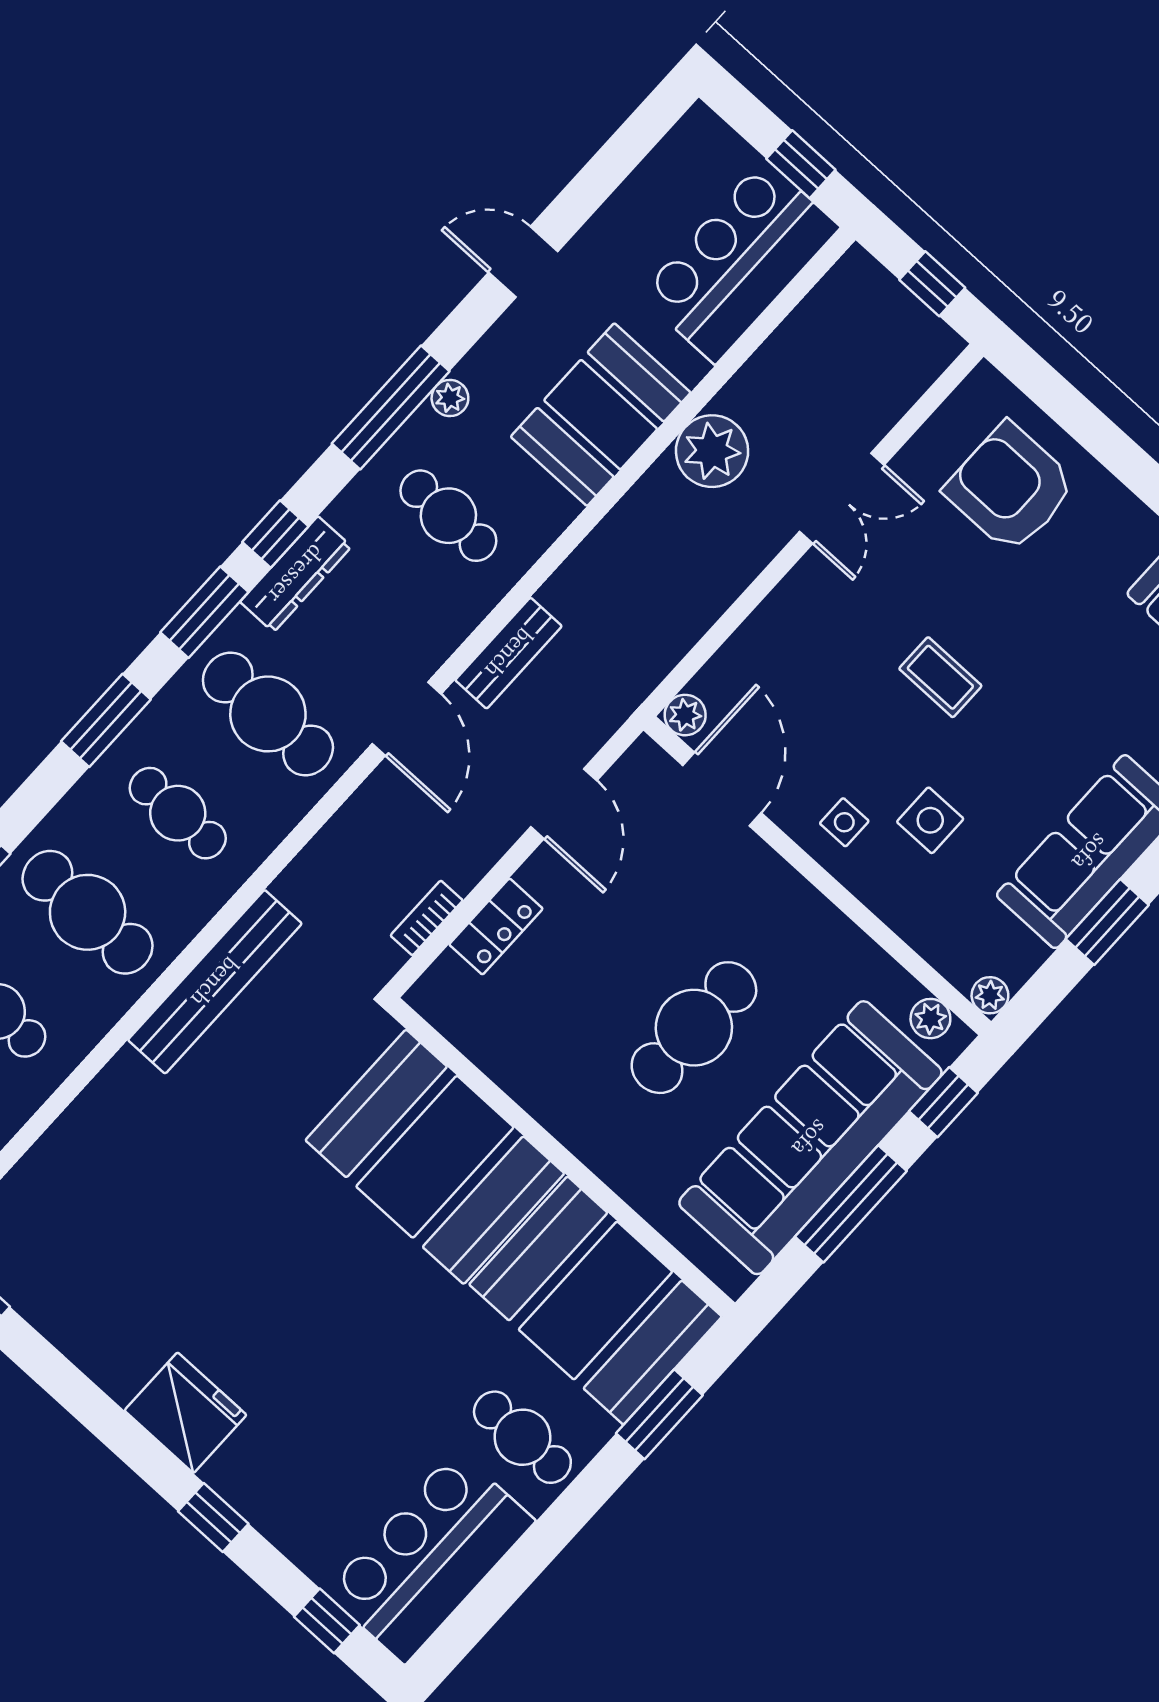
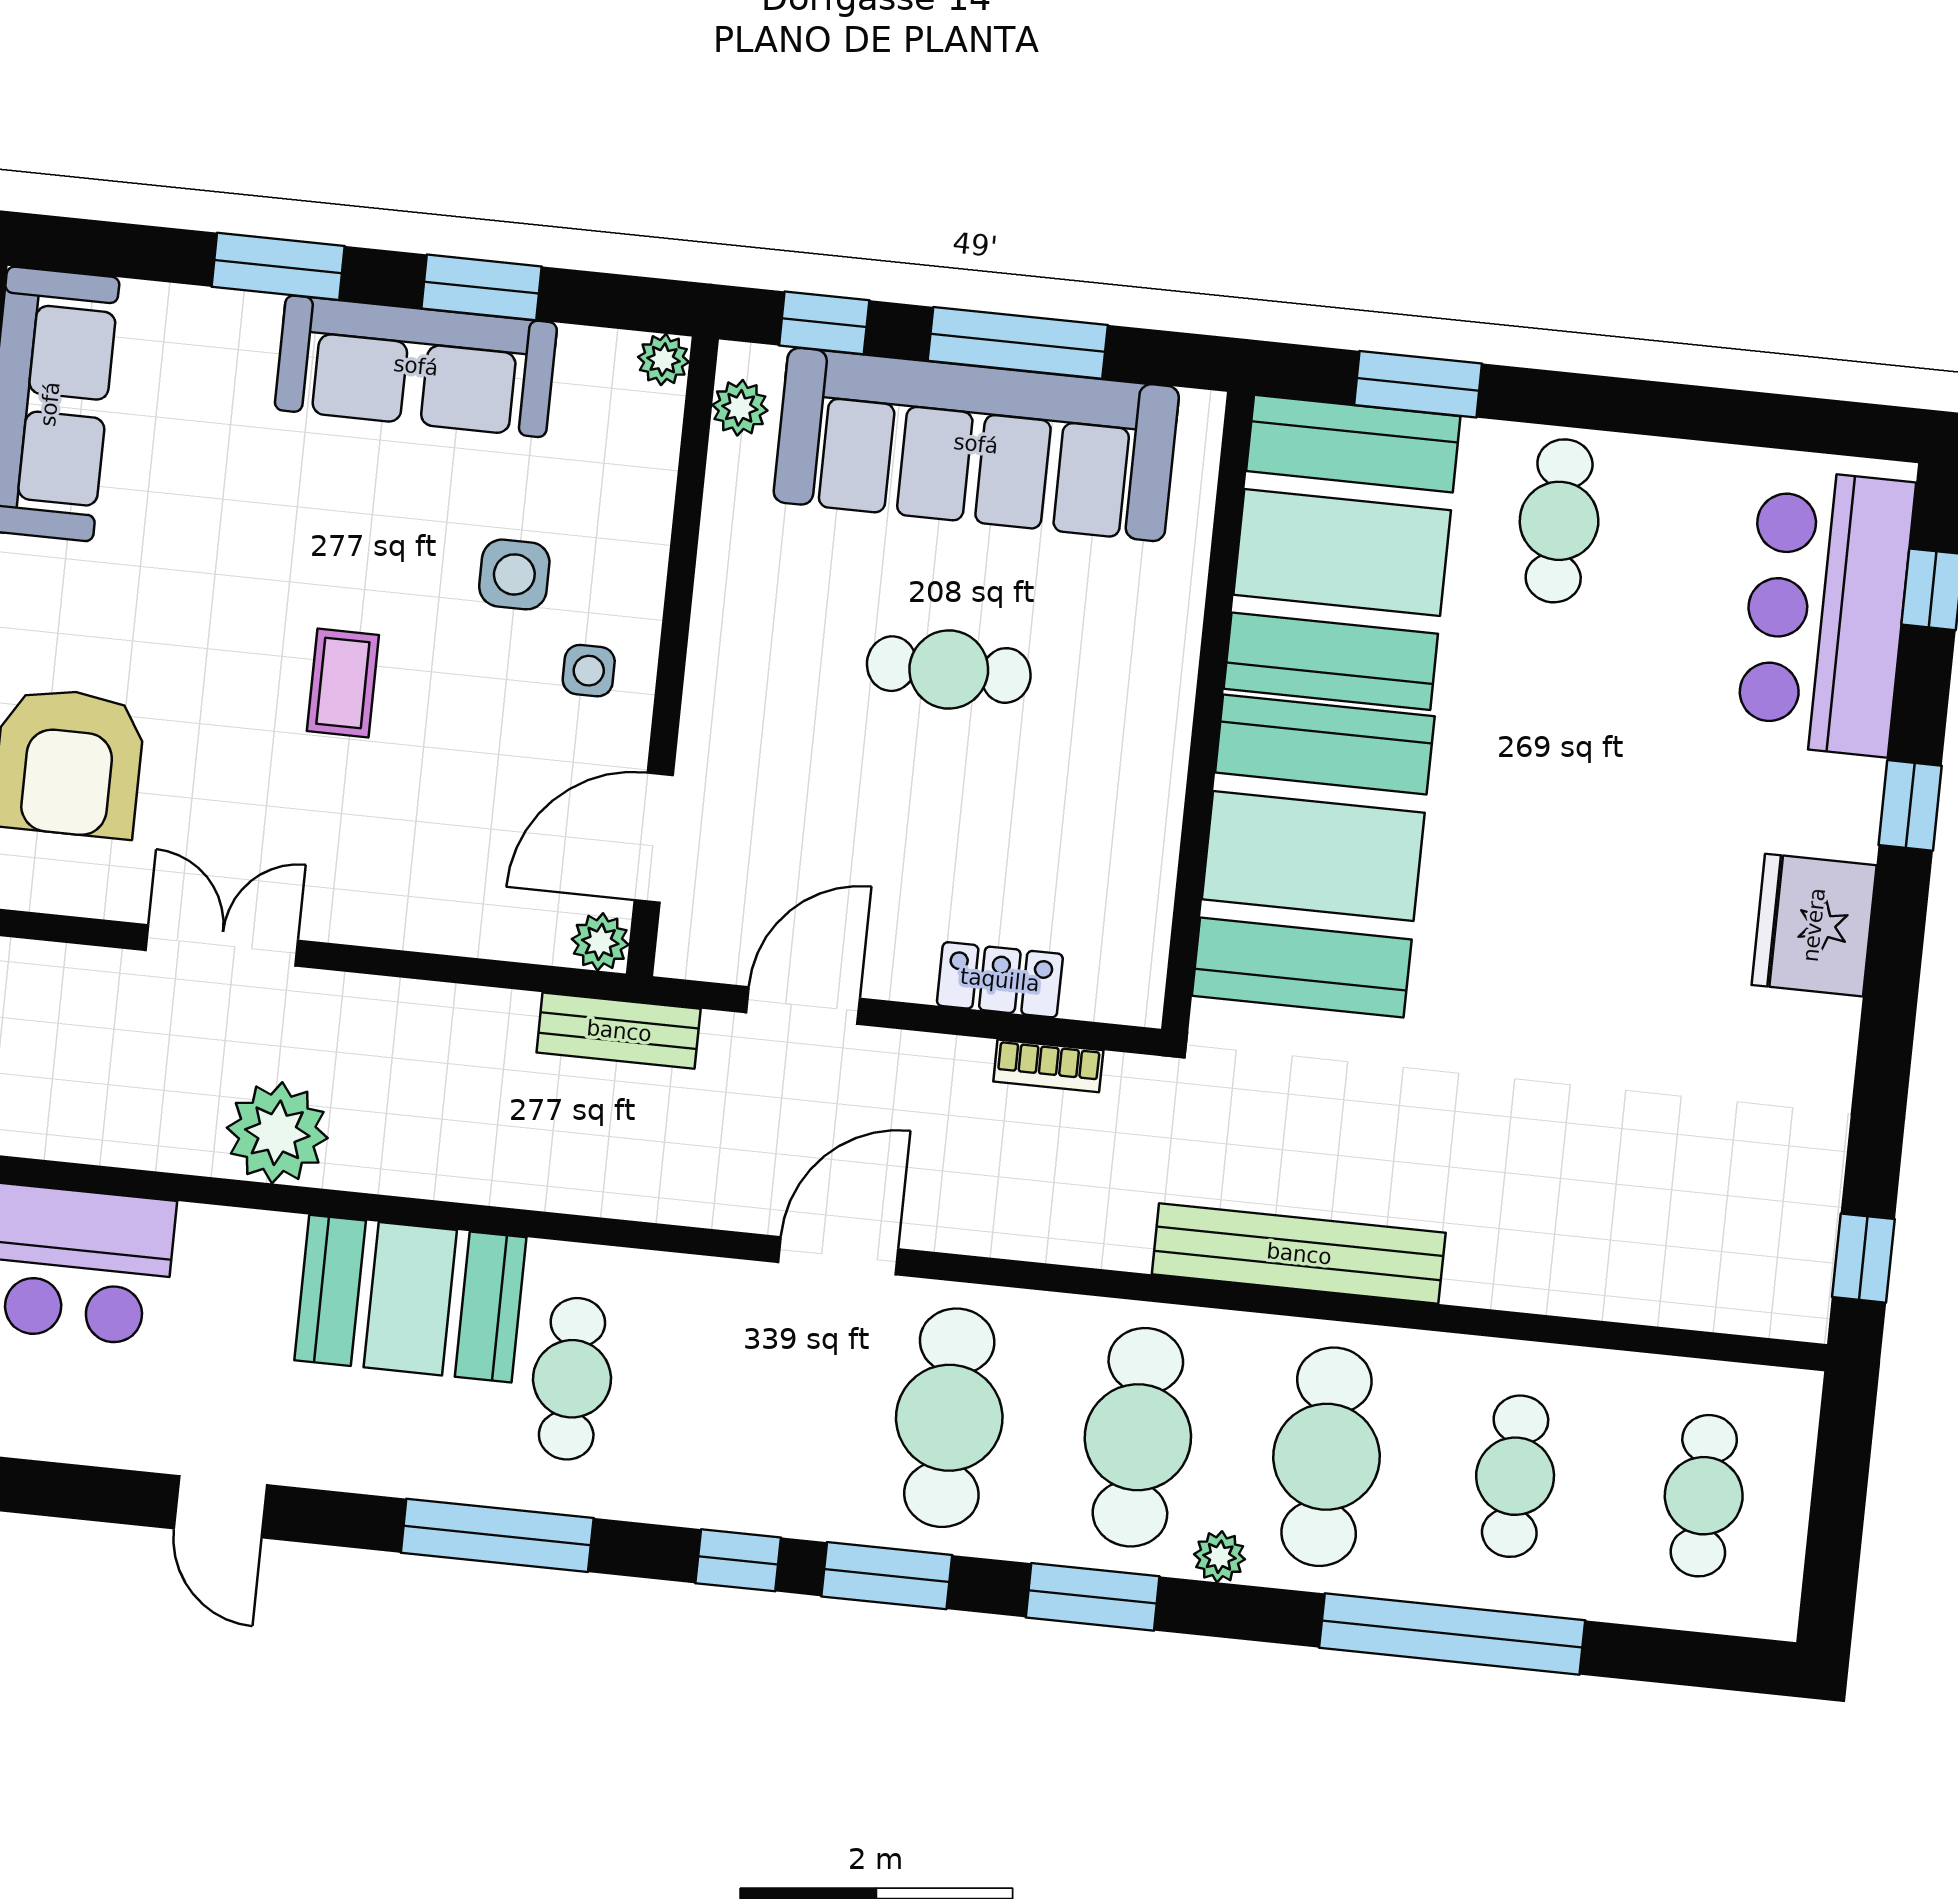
plant: (450, 398) -> (1220, 1557), moved
booth: (601, 415) -> (410, 1299), moved
dresser: (296, 574) -> (767, 1503), removed
bench: (509, 653) -> (619, 1031), moved
cafe table: (178, 813) -> (1138, 1437), width x1.37, depth x1.35
cafe table: (694, 1028) -> (949, 670), width x0.73, depth x0.74
bar counter: (430, 1557) -> (1825, 612), moved, turned 90

